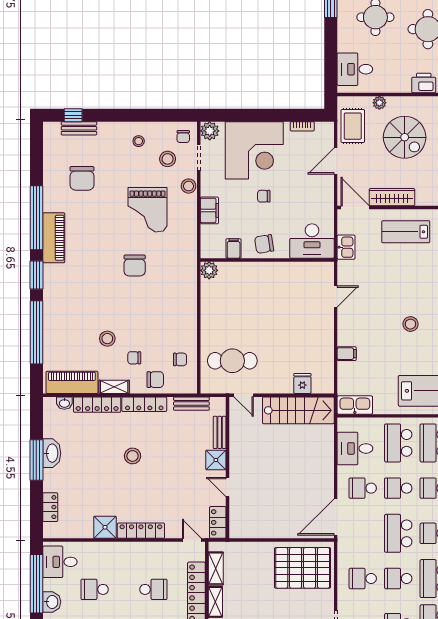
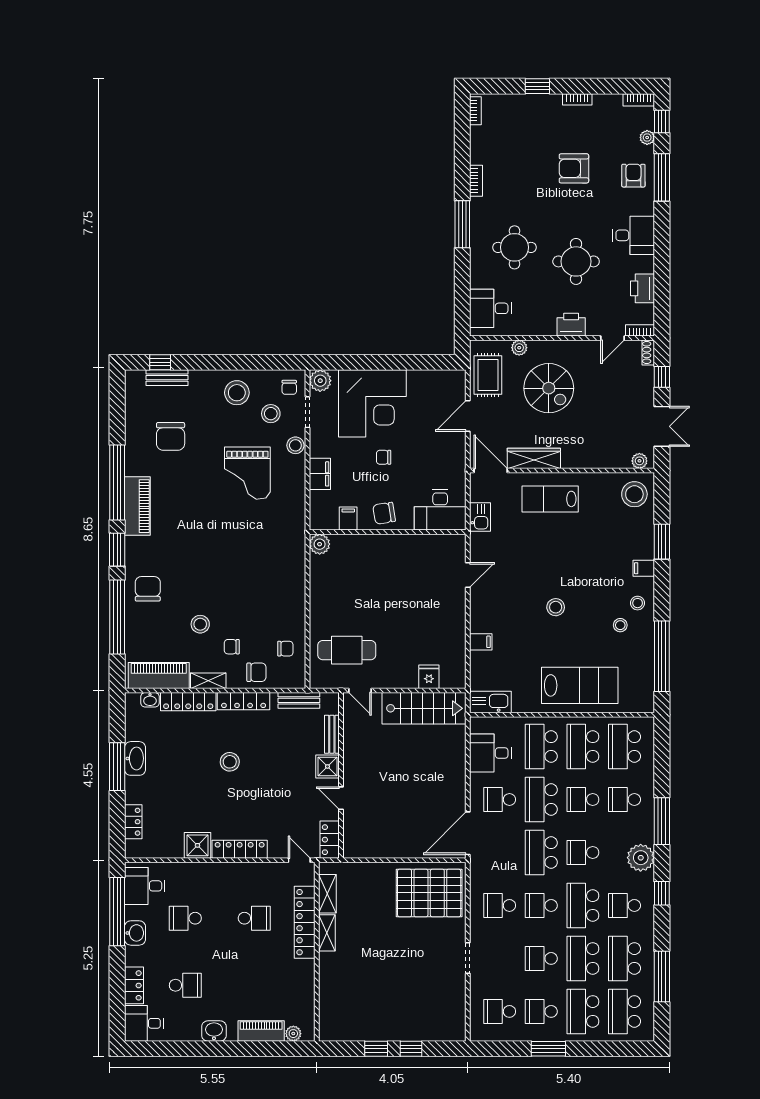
bookcase: (302, 126) -> (429, 375), removed
stool: (139, 141) -> (237, 393), width x1.89, depth x1.89
chair: (135, 266) -> (148, 589), moved, turned 180
school desk: (398, 488) -> (541, 799), width x1.85

